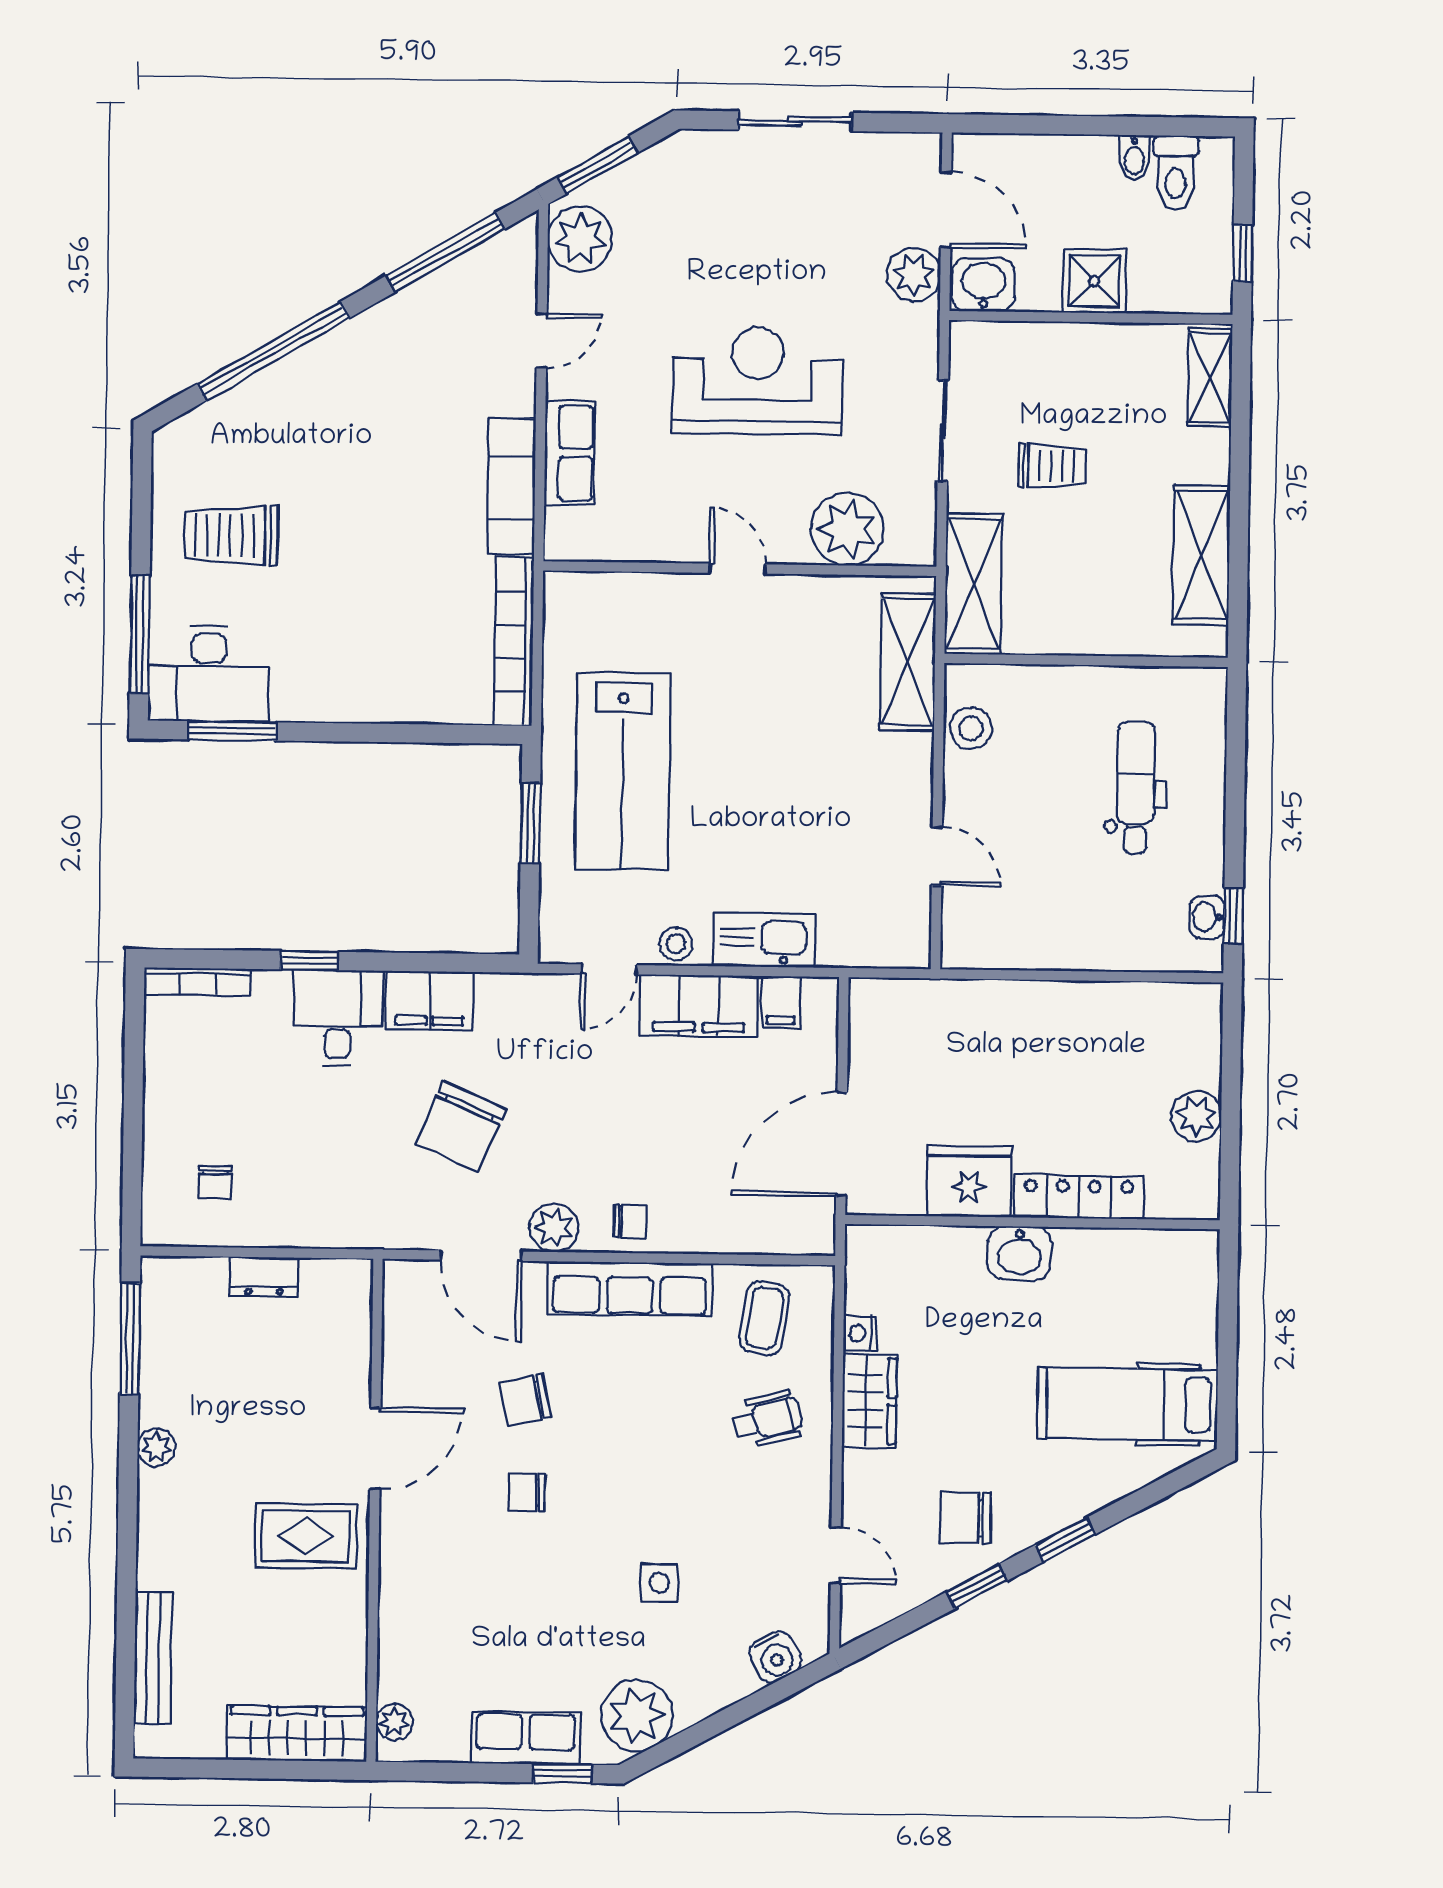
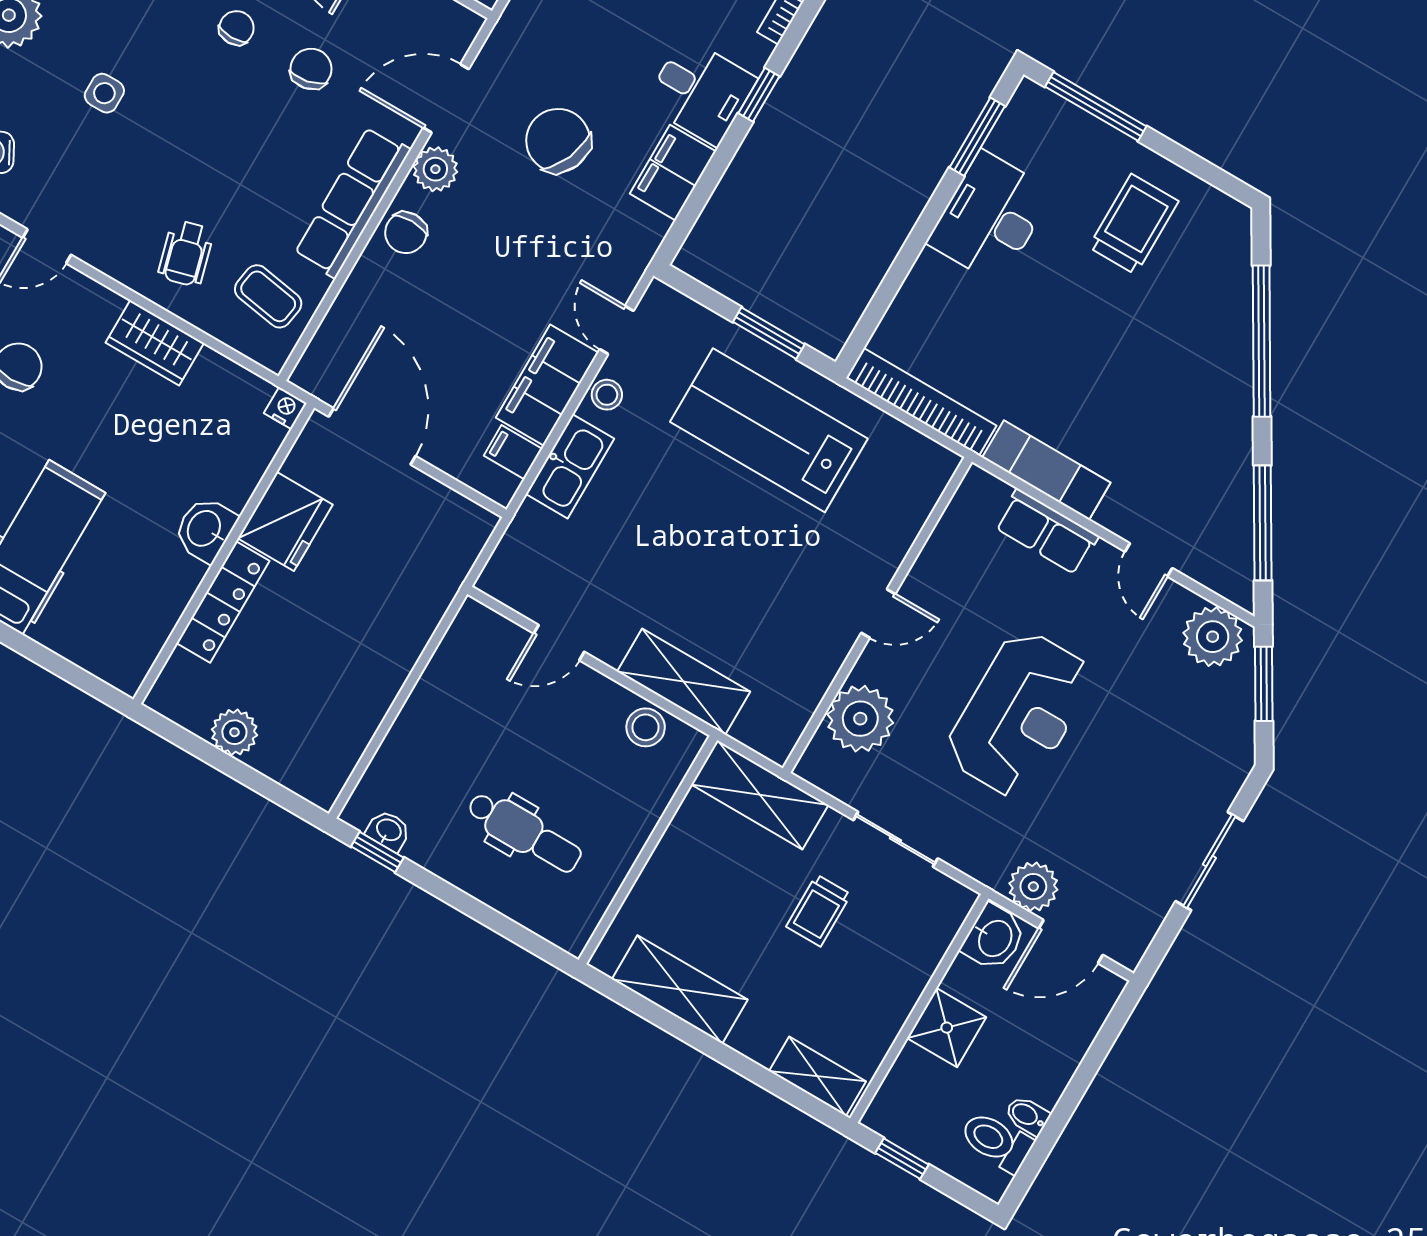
shelving: (908, 662) -> (684, 682), moved
desk: (209, 674) -> (990, 217), moved
chair: (630, 1222) -> (406, 233), width x1.37, depth x1.37
nightstand: (860, 1333) -> (285, 408), moved

